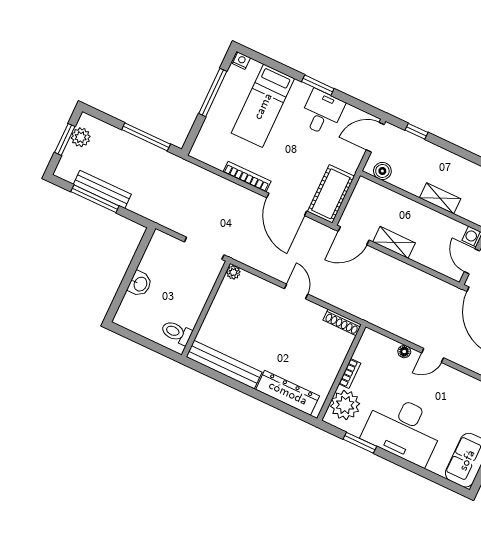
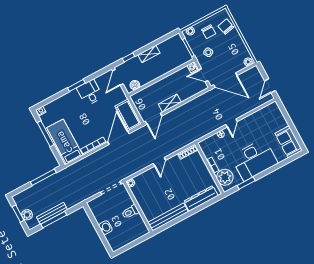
bed: (263, 106) -> (65, 142), moved, turned 180
plant: (81, 137) -> (27, 215), moved
shelving: (440, 198) -> (149, 54), moved
door: (287, 204) -> (118, 138), swing flipped
door: (296, 291) -> (159, 162), swing flipped
toilet: (176, 333) -> (130, 212), moved

